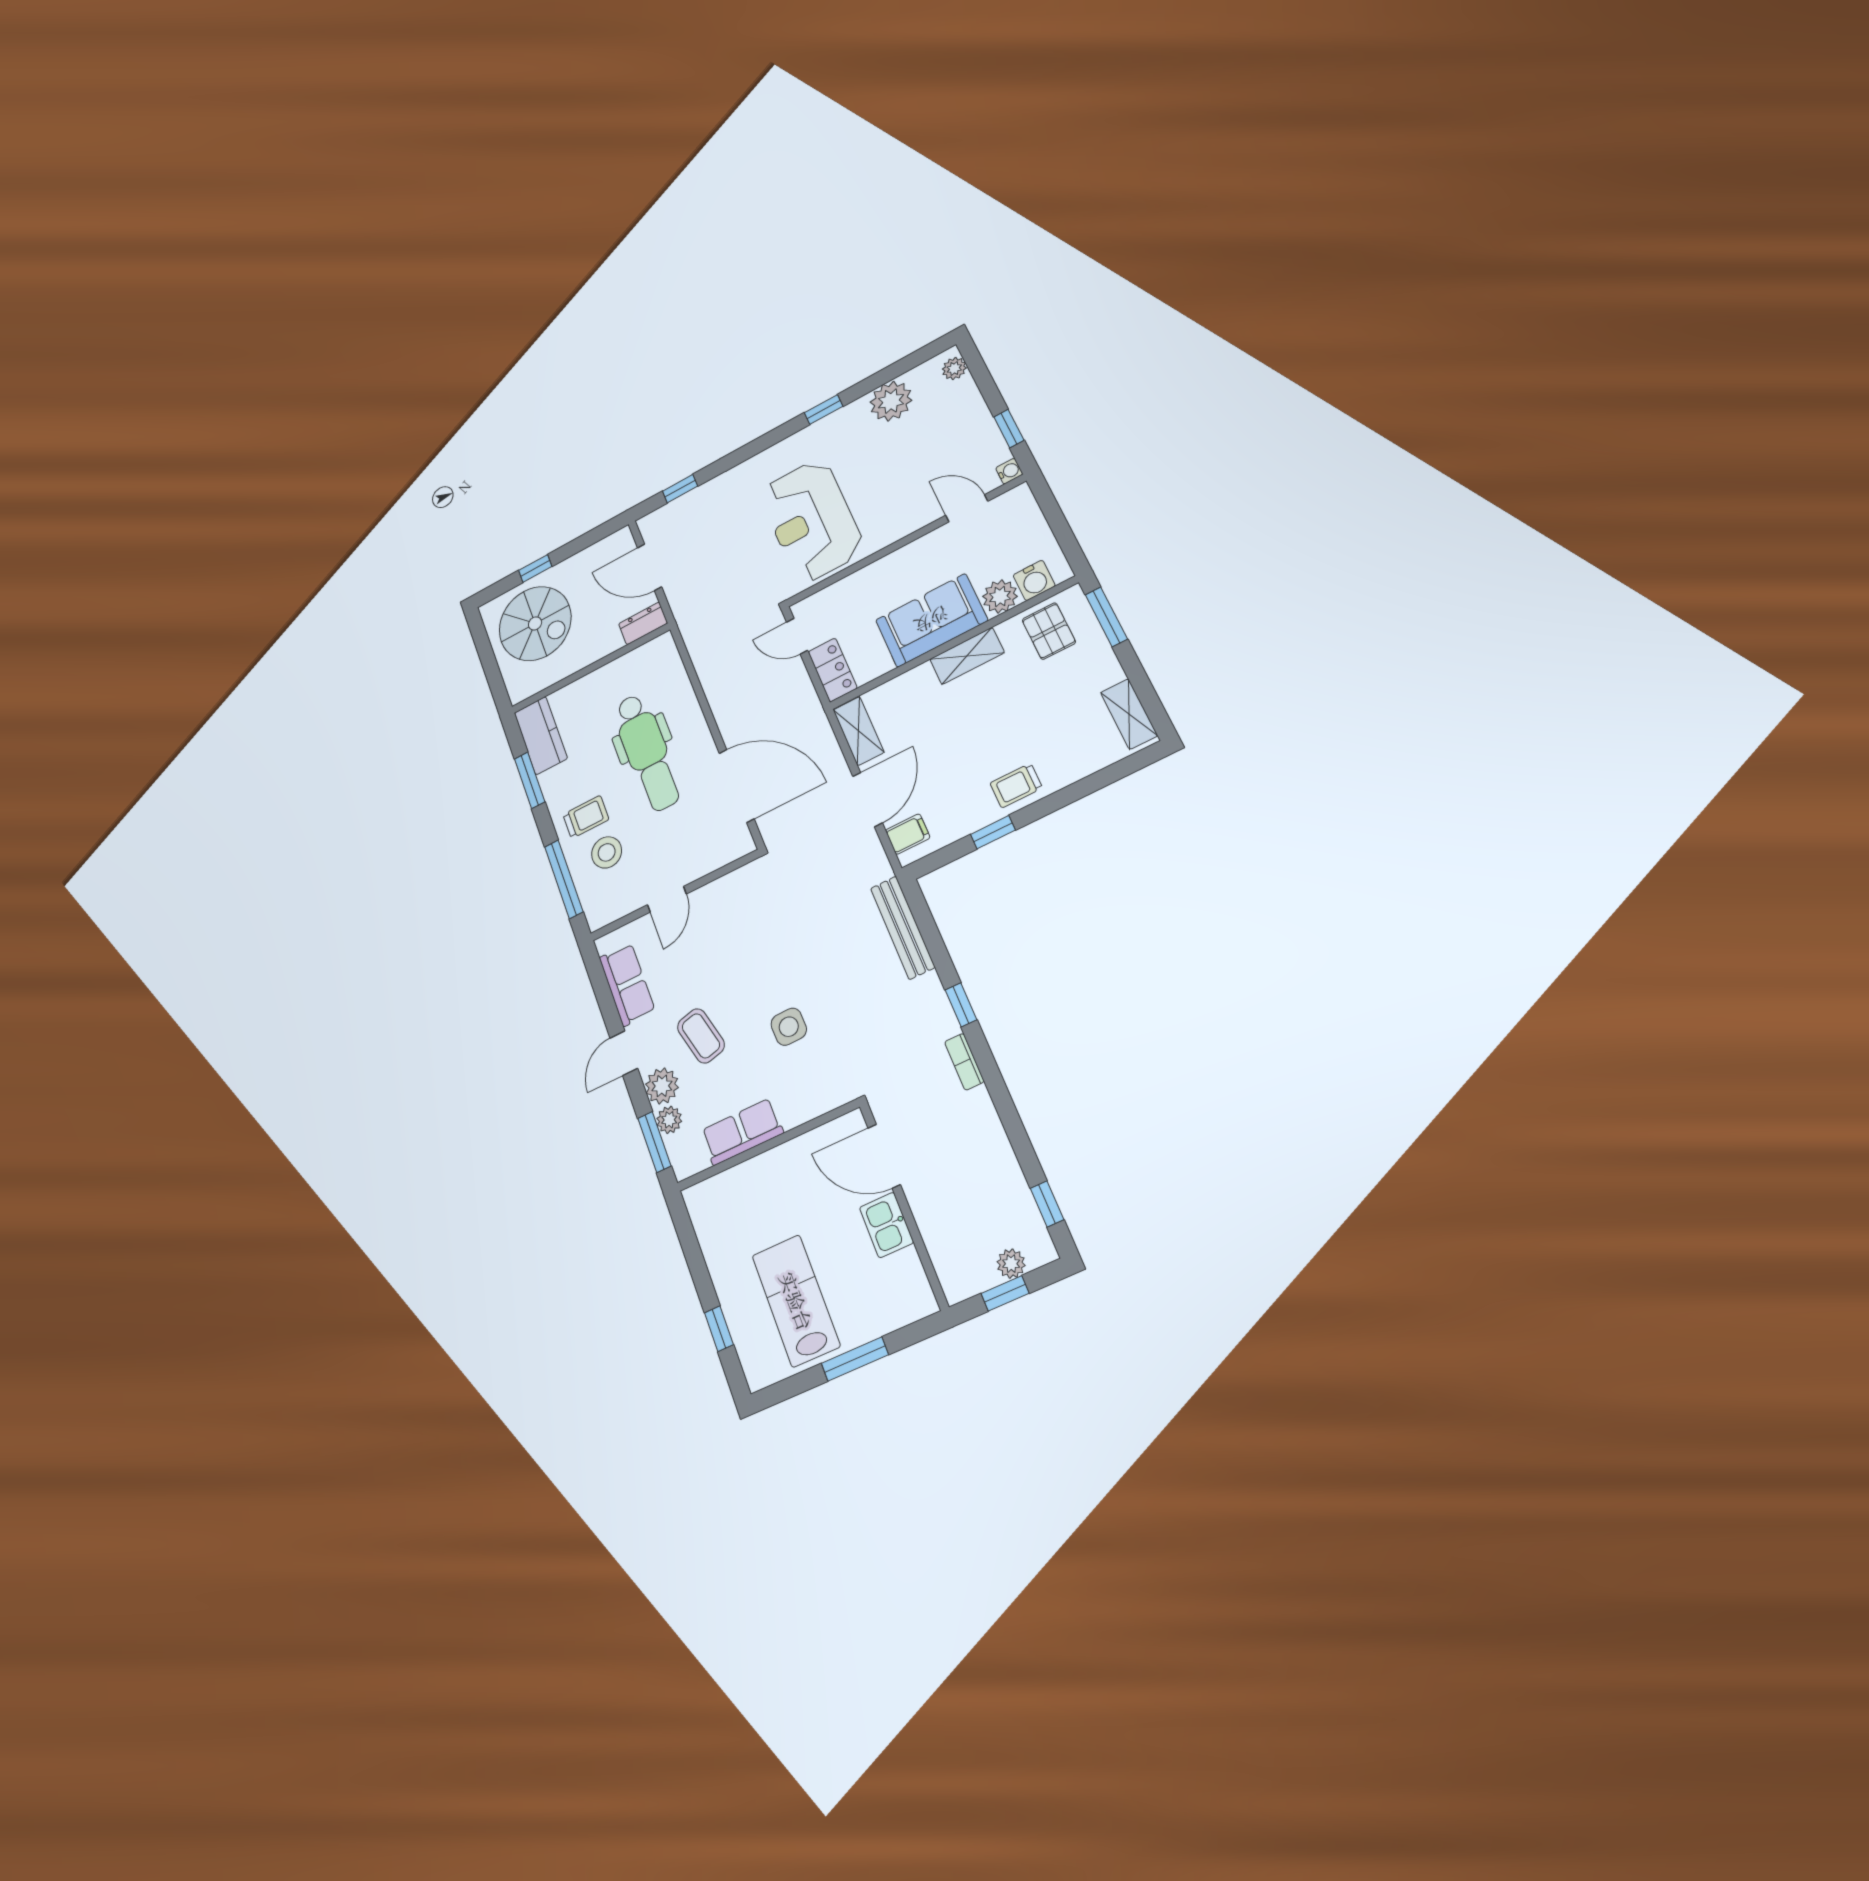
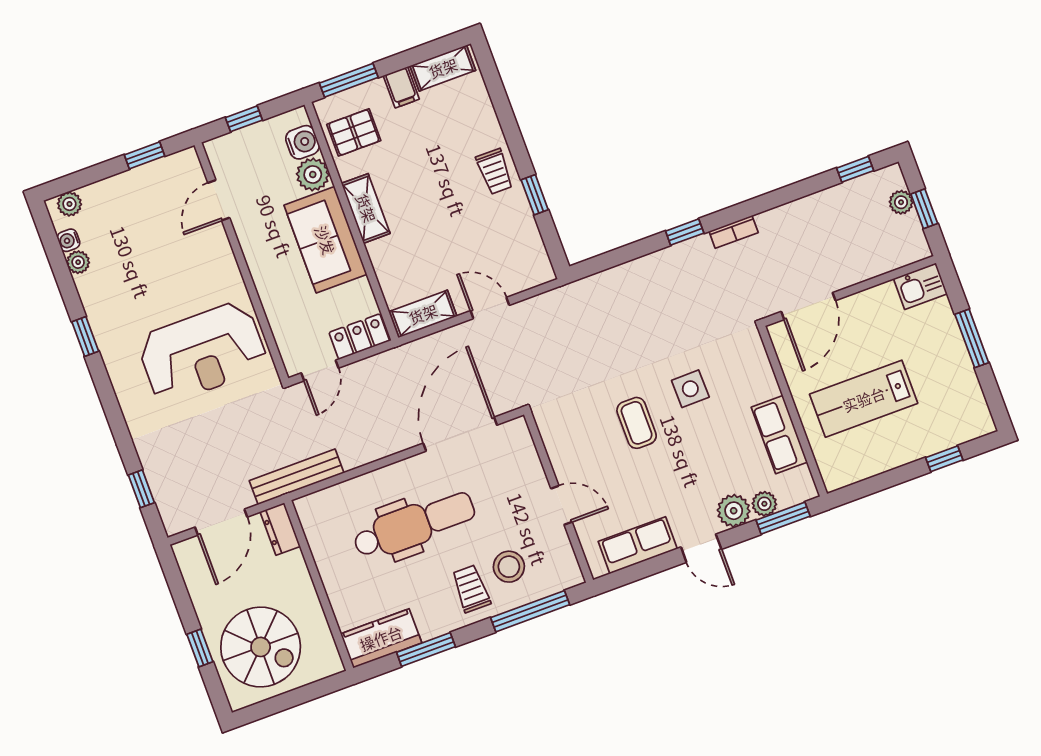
plant: (891, 401) -> (78, 262), width x0.53, depth x0.53
water cooler: (1009, 471) -> (69, 240), moved, turned -90
window: (1055, 518) -> (244, 119), added
spiral stairs: (535, 623) -> (261, 647), turned 90
door: (868, 800) -> (490, 308), width x0.73
filing cabinet: (908, 834) -> (401, 87), moved, turned 180
bench: (903, 927) -> (297, 477), moved
coffee table: (701, 1036) -> (637, 423), moved, turned -76
kitchen sink: (886, 1225) -> (920, 286), moved
lab bench: (796, 1301) -> (864, 399), moved

